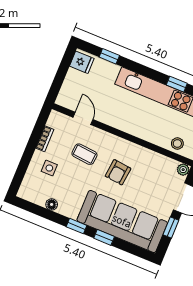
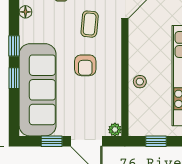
stool: (177, 144) -> (140, 82), moved
armchair: (118, 172) -> (85, 65), turned -96

